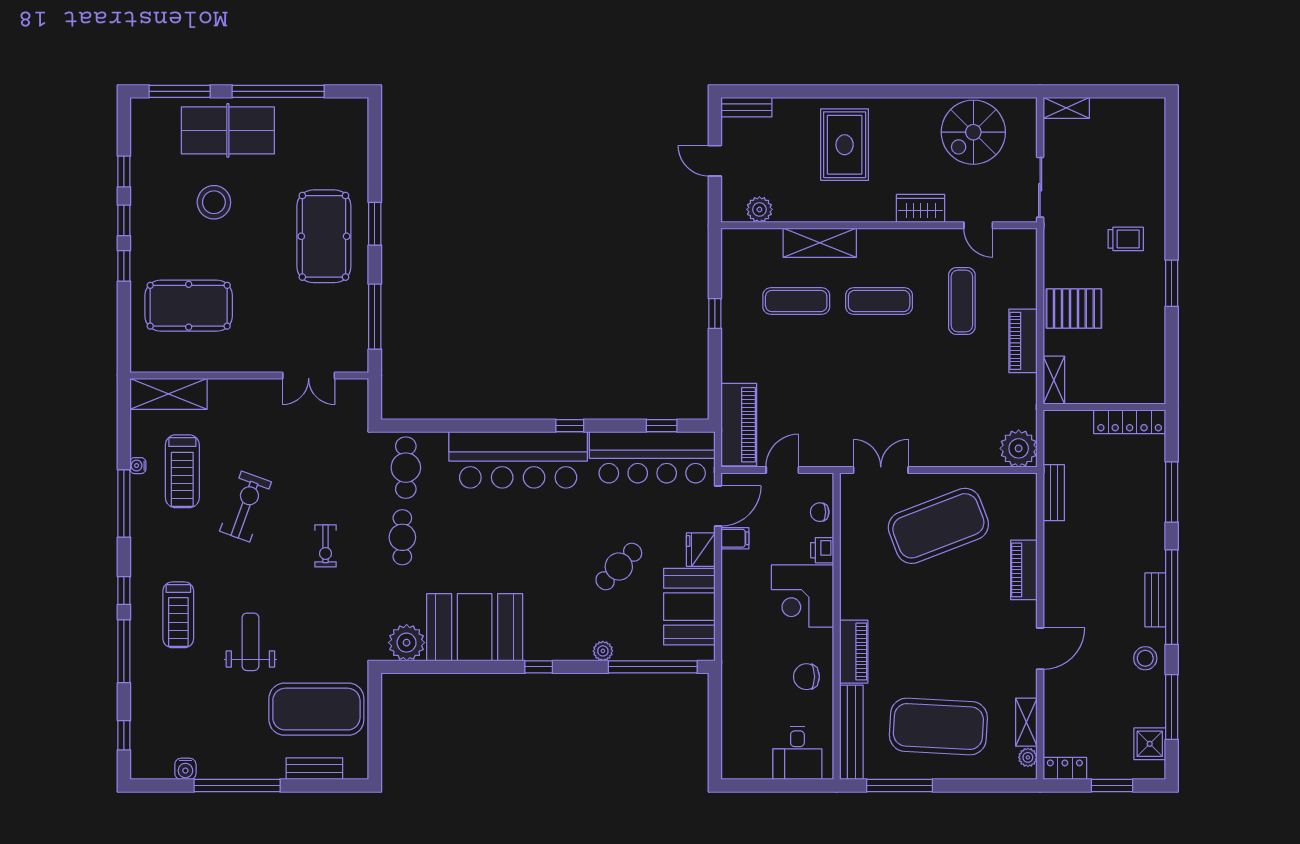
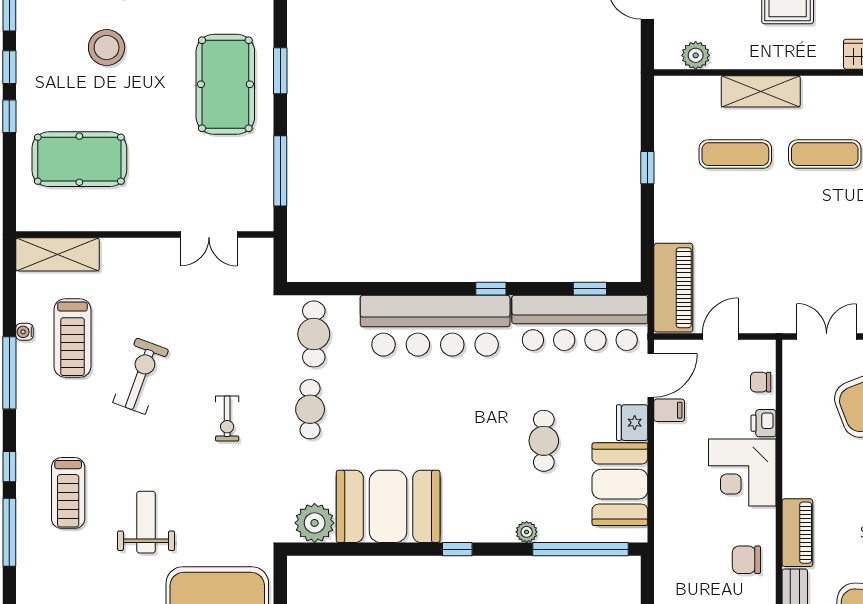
cafe table: (619, 567) -> (544, 441), turned -44

